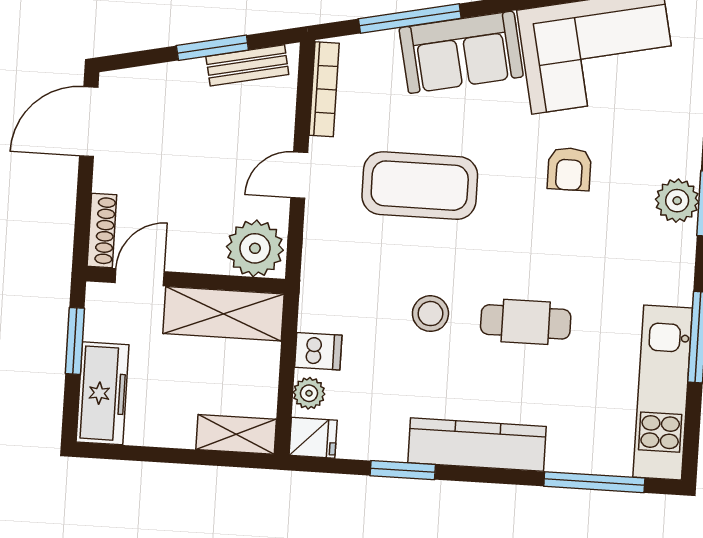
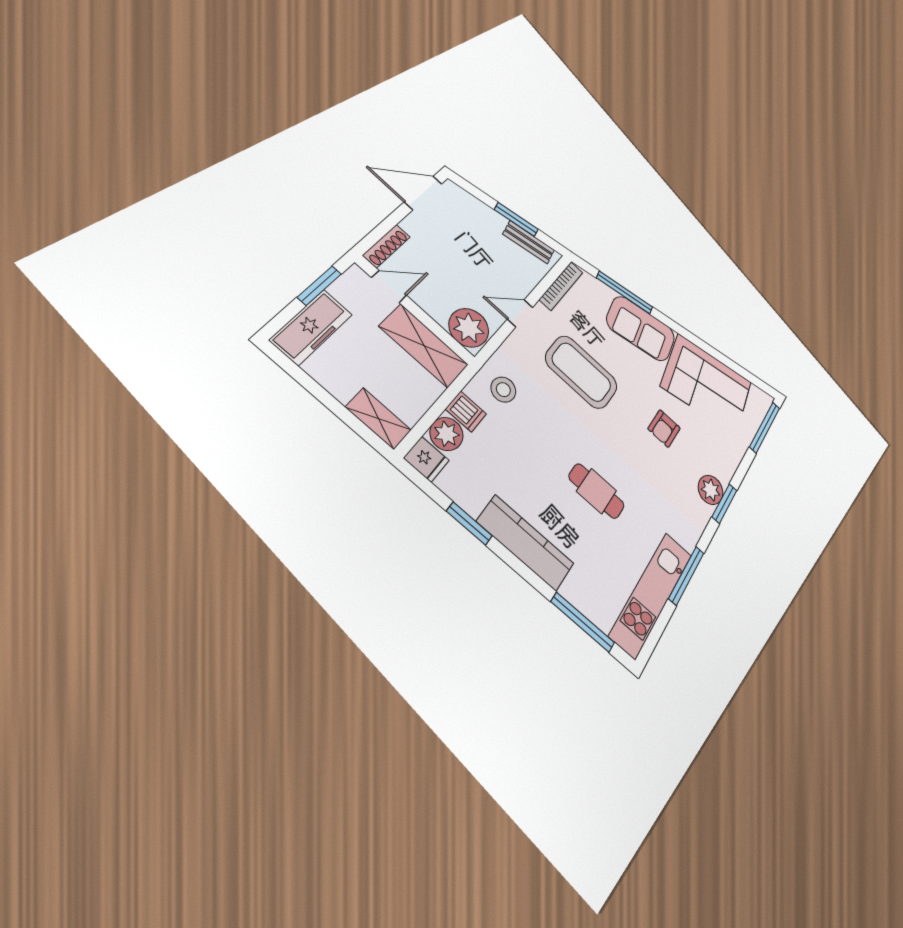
stool: (430, 314) -> (503, 390), moved
plant: (309, 393) -> (447, 434), width x1.38, depth x1.38

